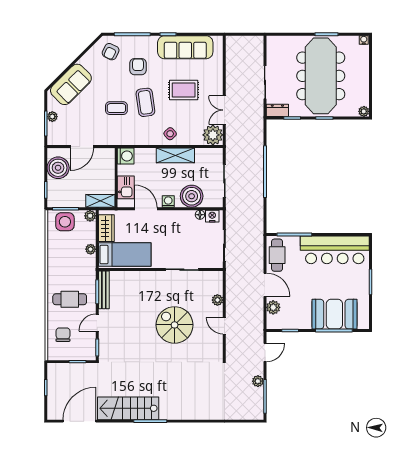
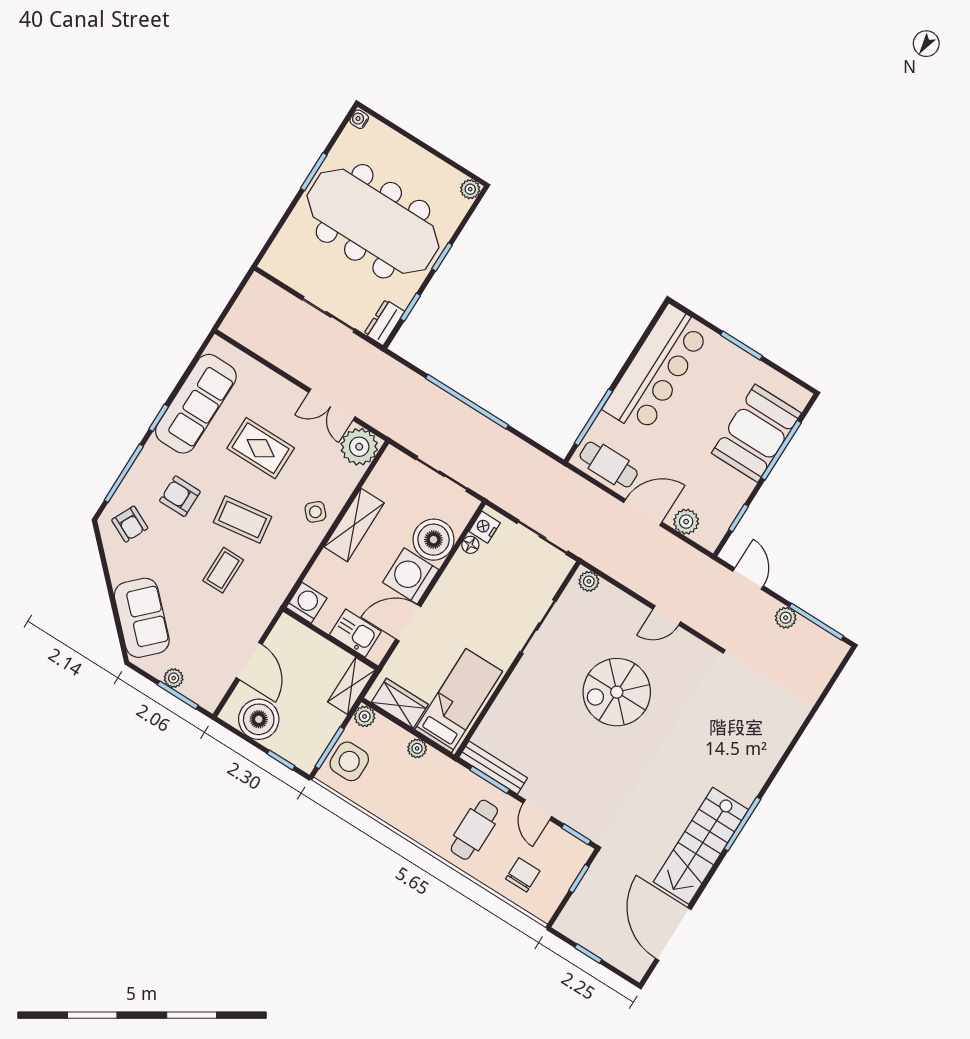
rug: (184, 90) -> (261, 448), turned 90
washing machine: (168, 201) -> (411, 576), width x1.89, depth x1.89
plant: (217, 300) -> (589, 581), moved
chair: (63, 335) -> (523, 875), turned 90

